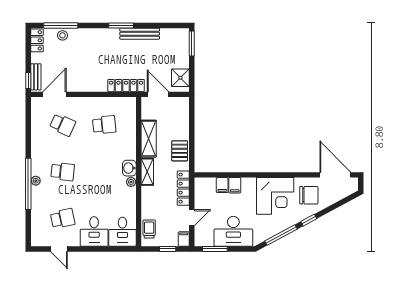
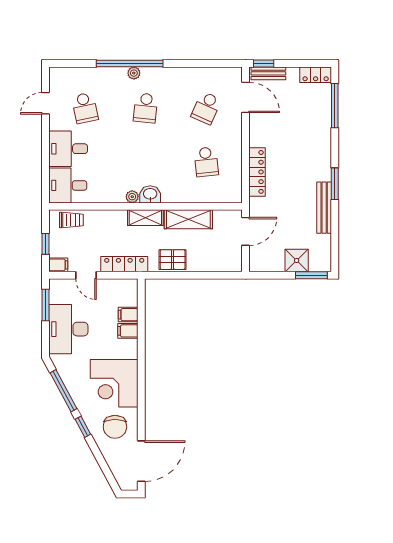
stool: (63, 35) -> (322, 108), removed
shower: (180, 78) -> (297, 260), moved
locker: (126, 86) -> (257, 172), moved

